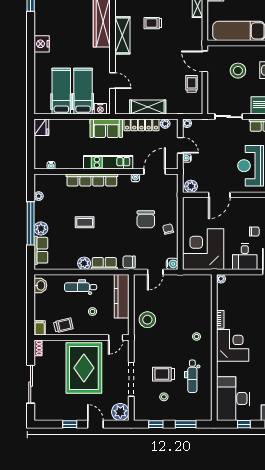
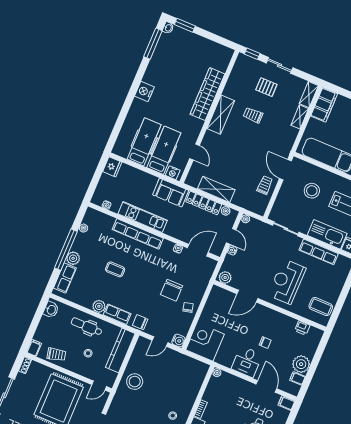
kitchen unit: (108, 162) -> (143, 217), moved
corner desk: (203, 249) -> (205, 342), width x0.74, depth x0.74

